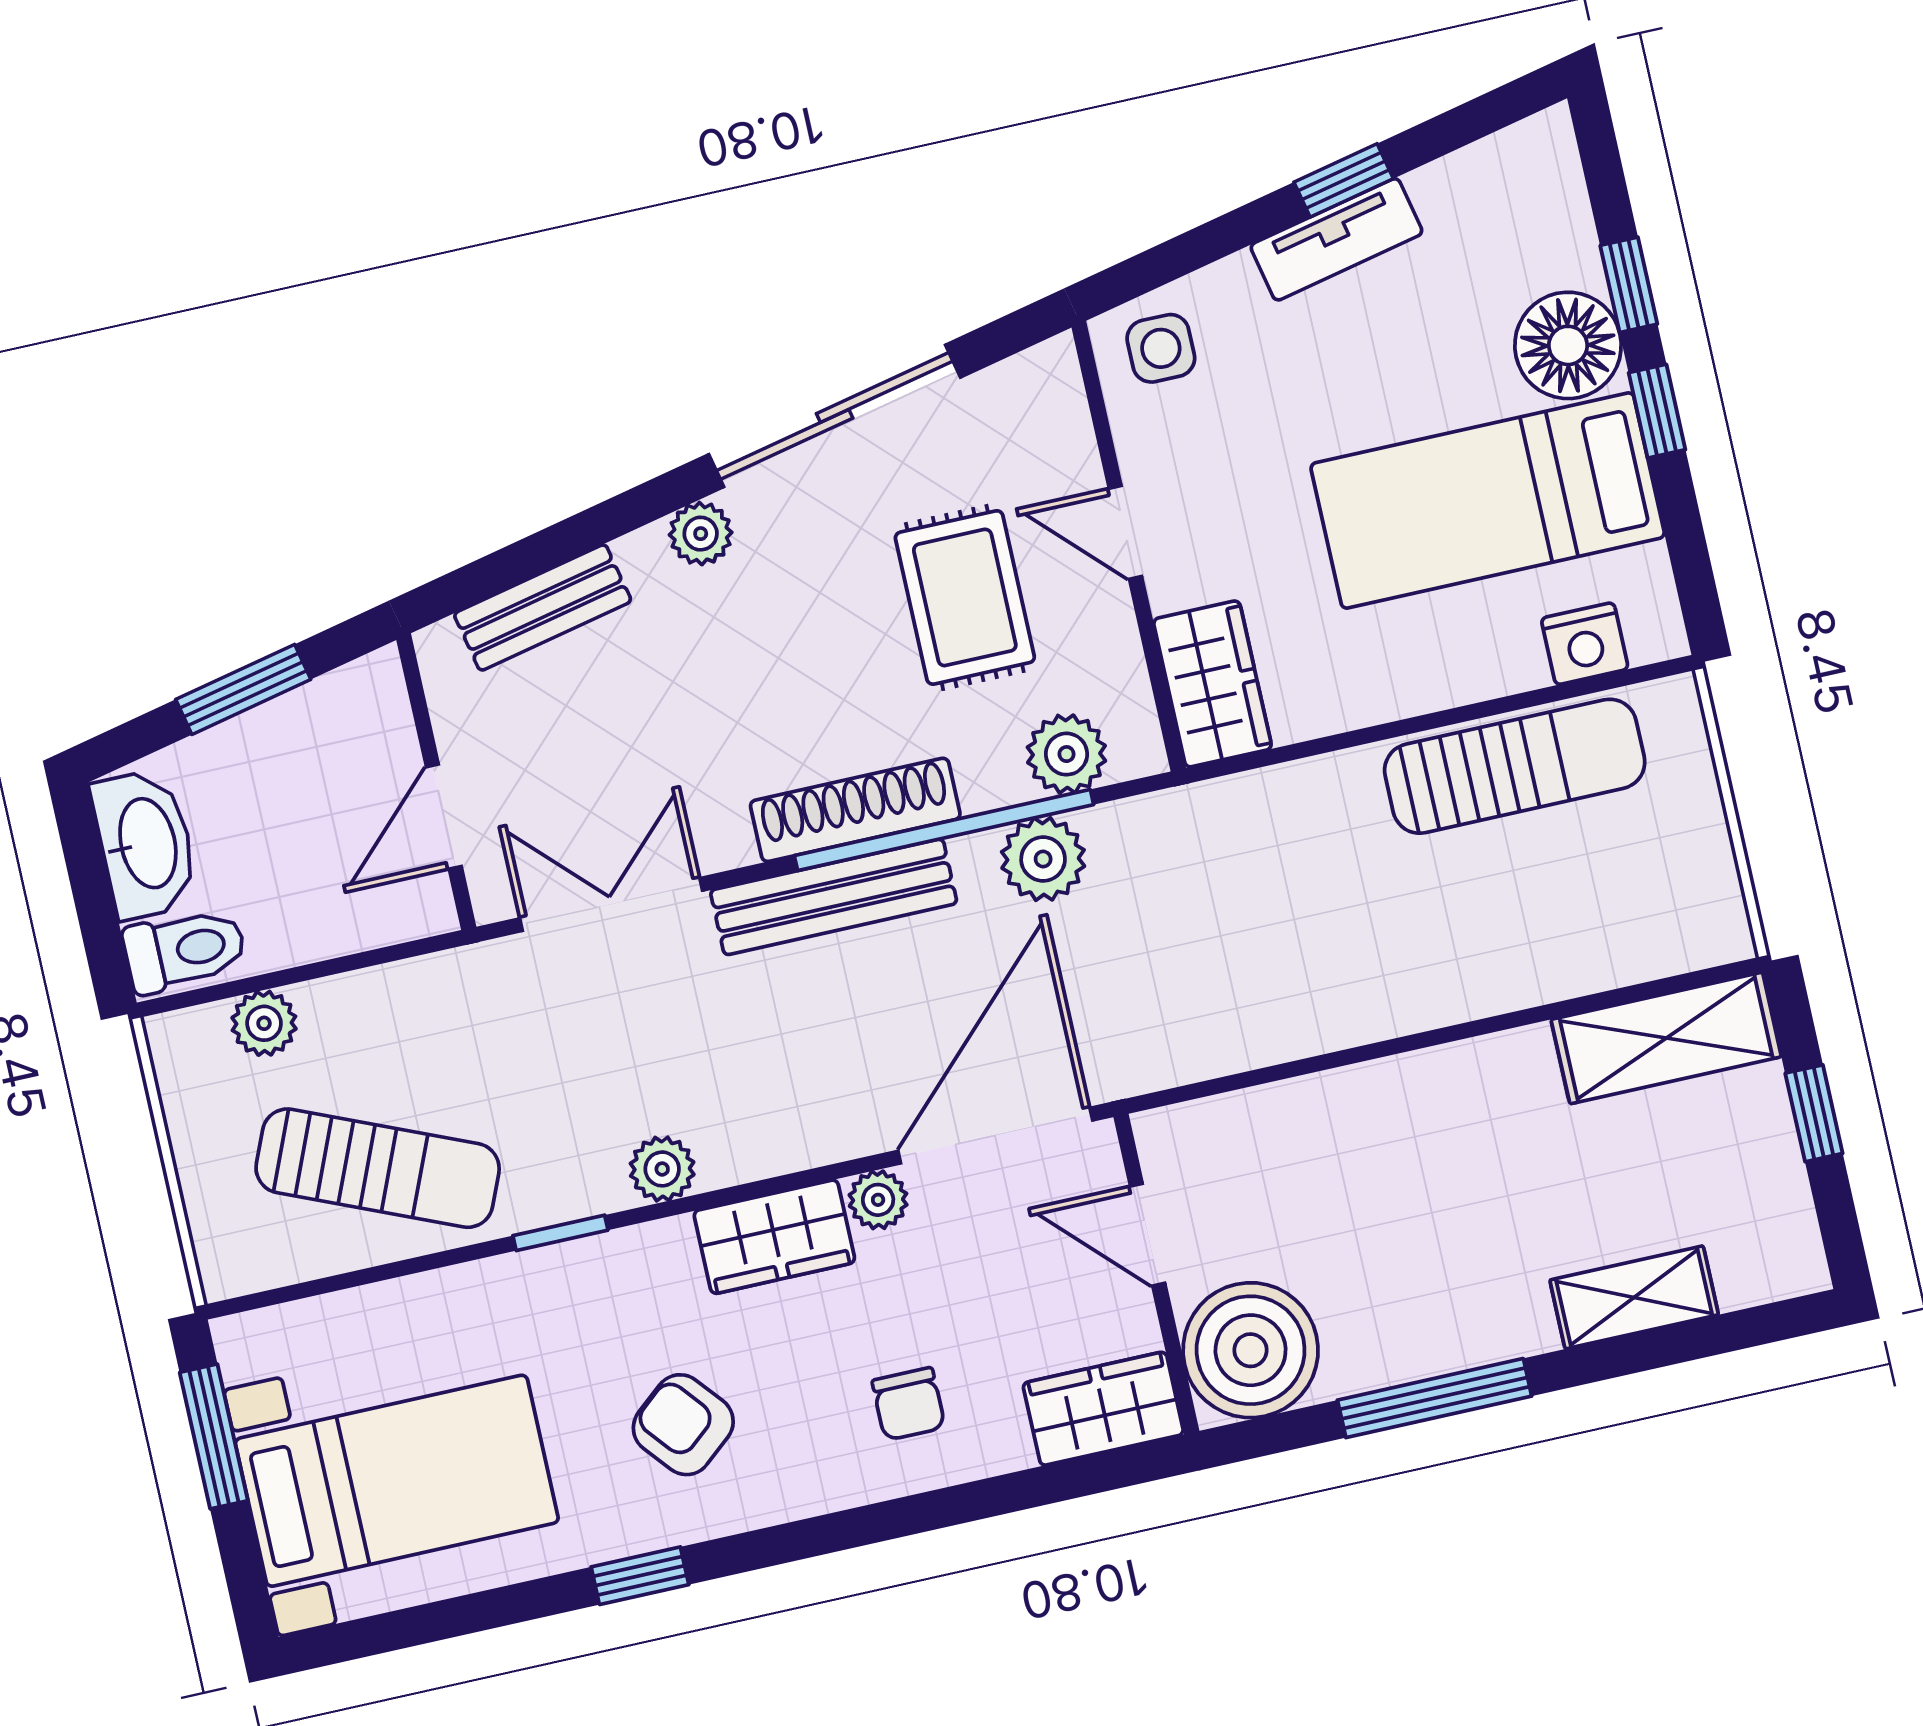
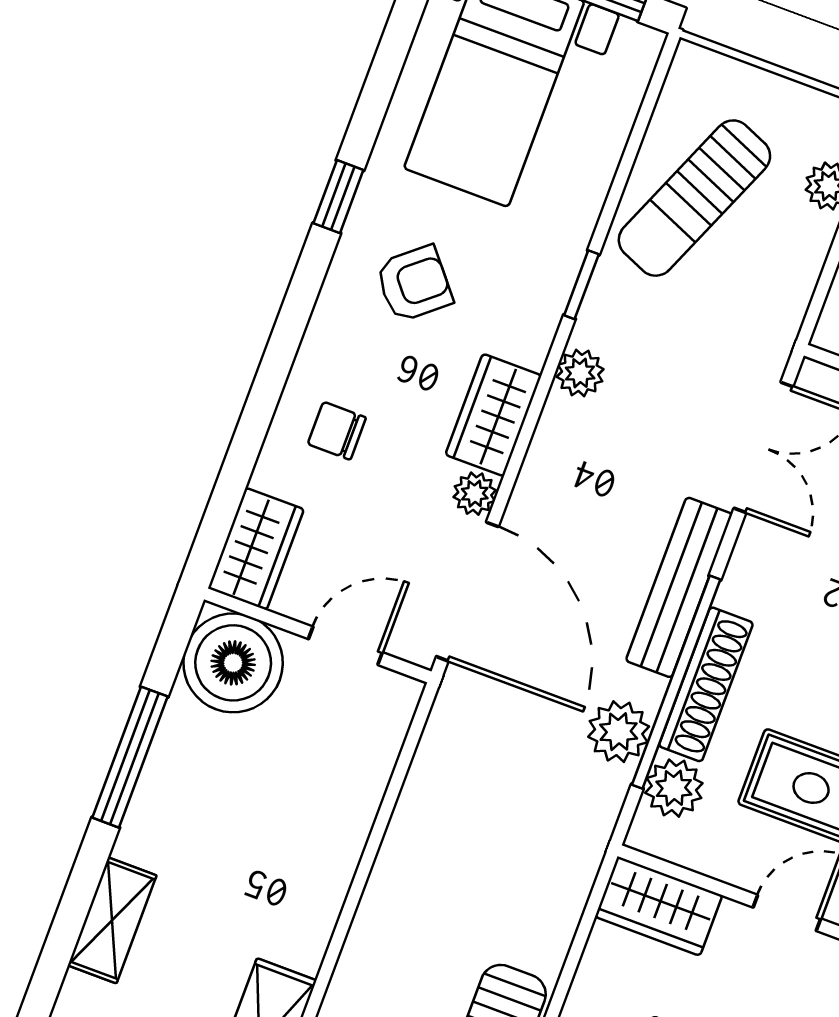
shoe rack: (855, 810) -> (706, 684), moved

